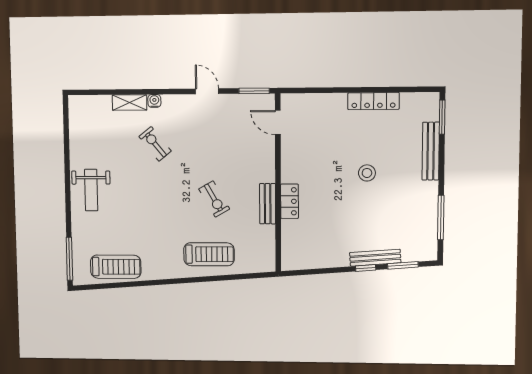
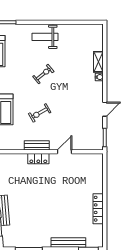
door: (278, 122) -> (64, 152), moved
exercise bike: (155, 144) -> (43, 74), moved
stool: (367, 173) -> (55, 205), removed

